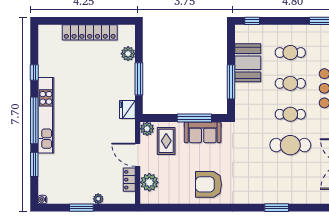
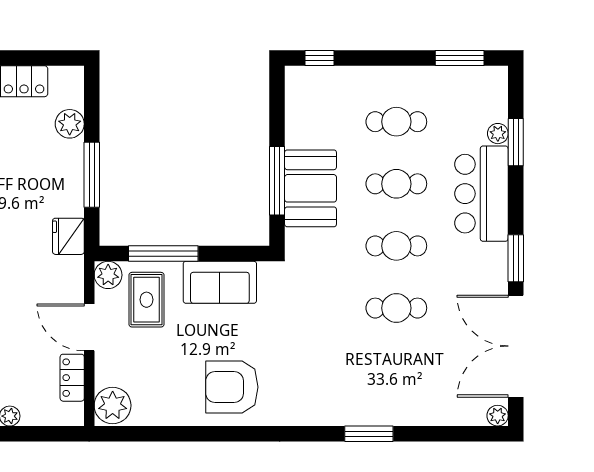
booth: (248, 63) -> (311, 188), moved
window: (194, 118) -> (163, 254), moved
cafe table: (290, 145) -> (396, 308), width x0.73, depth x0.74
plant: (149, 182) -> (113, 405), moved

